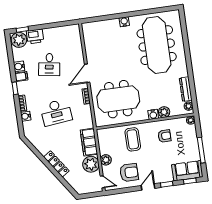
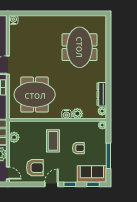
water cooler: (124, 22) -> (13, 20), moved
meeting table: (157, 45) -> (80, 47), width x0.73
armchair: (164, 136) -> (78, 148), moved
coffee table: (133, 139) -> (53, 141), moved
plant: (106, 160) -> (14, 137), moved

